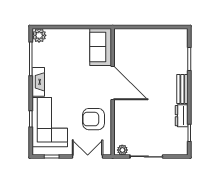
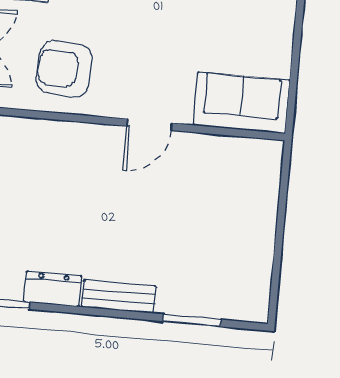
door: (113, 83) -> (150, 125), width x0.53
armchair: (93, 119) -> (64, 69), turned -86

